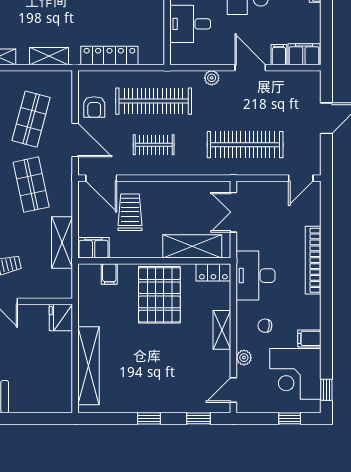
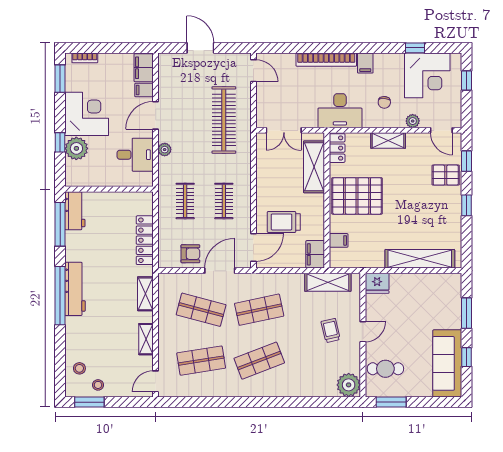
desk: (190, 24) -> (135, 155), moved, turned -90
clothes rail: (154, 101) -> (185, 201), width x0.54, depth x0.76
shelving: (62, 243) -> (328, 282), moved
filing cabinet: (309, 338) -> (365, 63), moved
window: (326, 390) -> (415, 48), moved
pallet: (183, 395) -> (446, 175), added
window: (27, 418) -> (466, 313), added

